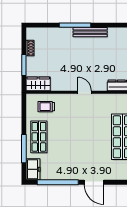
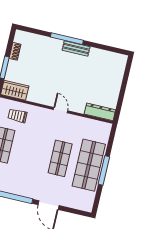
bench: (90, 32) -> (76, 48), width x0.73
shop shelf: (95, 137) -> (60, 158), added

